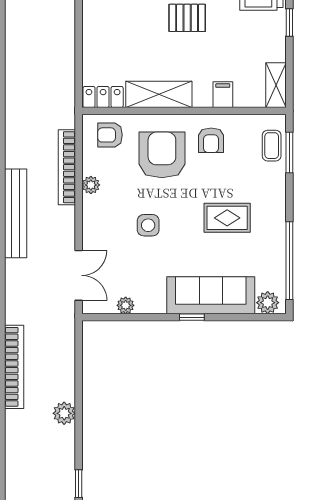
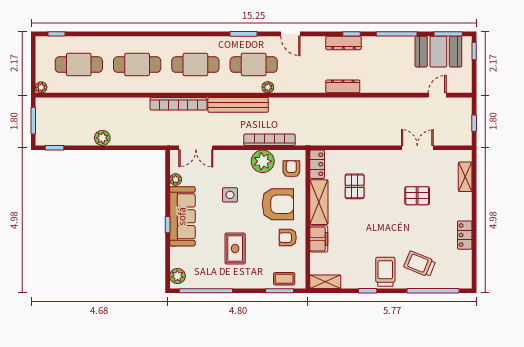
pallet: (187, 18) -> (355, 186), moved
filing cabinet: (223, 95) -> (319, 239), width x2.00
plant: (91, 185) -> (263, 161), width x1.87, depth x1.87
sofa: (211, 295) -> (182, 216), moved
bookcase: (14, 367) -> (178, 104), moved

